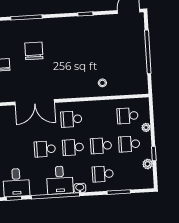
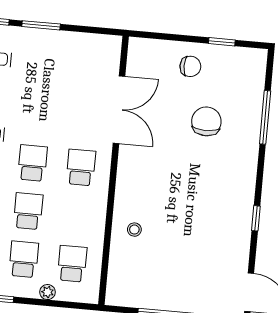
chair: (34, 51) -> (206, 121), turned -90
double door: (35, 102) -> (119, 110), swing flipped
school desk: (45, 149) -> (37, 115), removed

